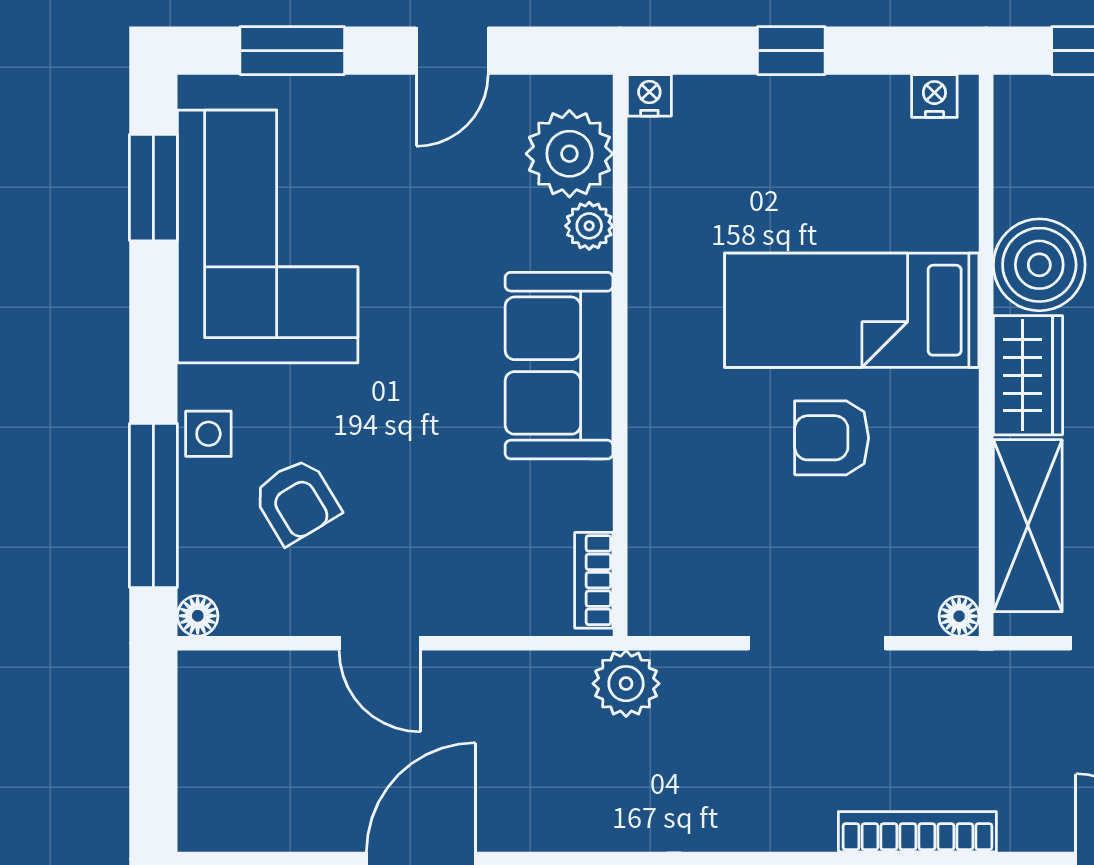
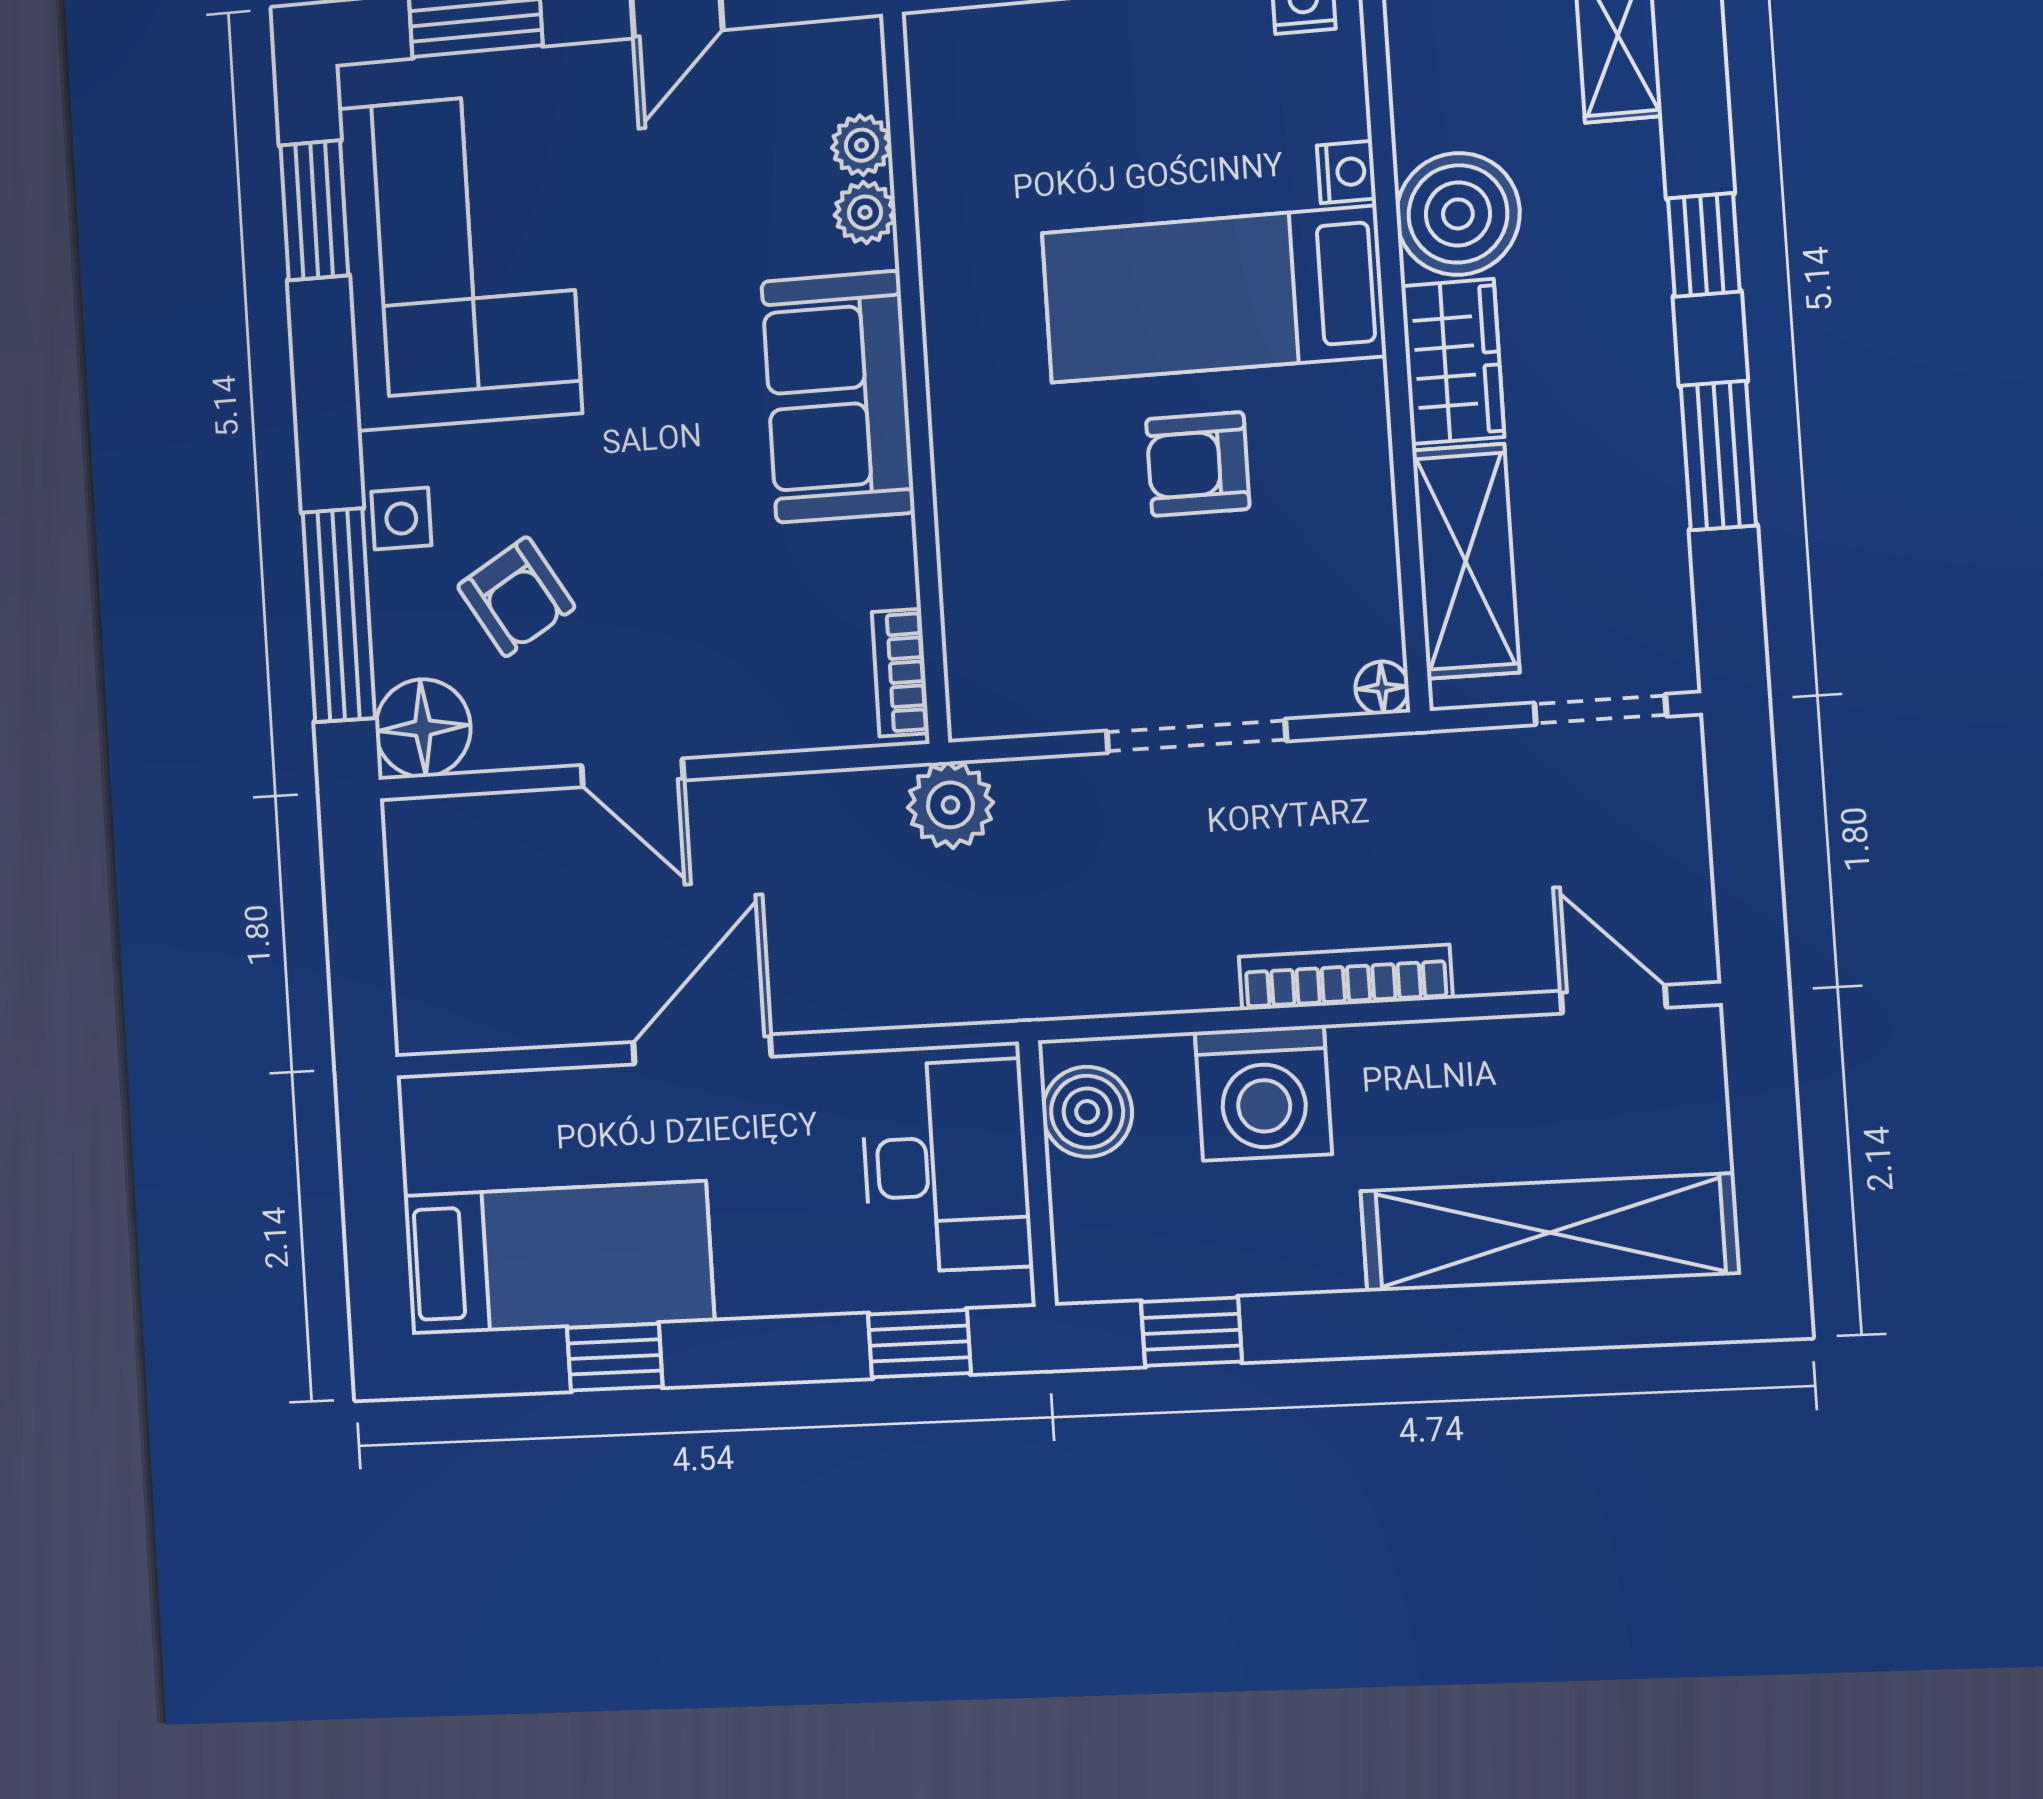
nightstand: (649, 95) -> (1346, 172), moved, turned 90
plant: (569, 154) -> (862, 145), width x0.53, depth x0.53
floor lamp: (198, 616) -> (423, 728), width x1.89, depth x1.89

